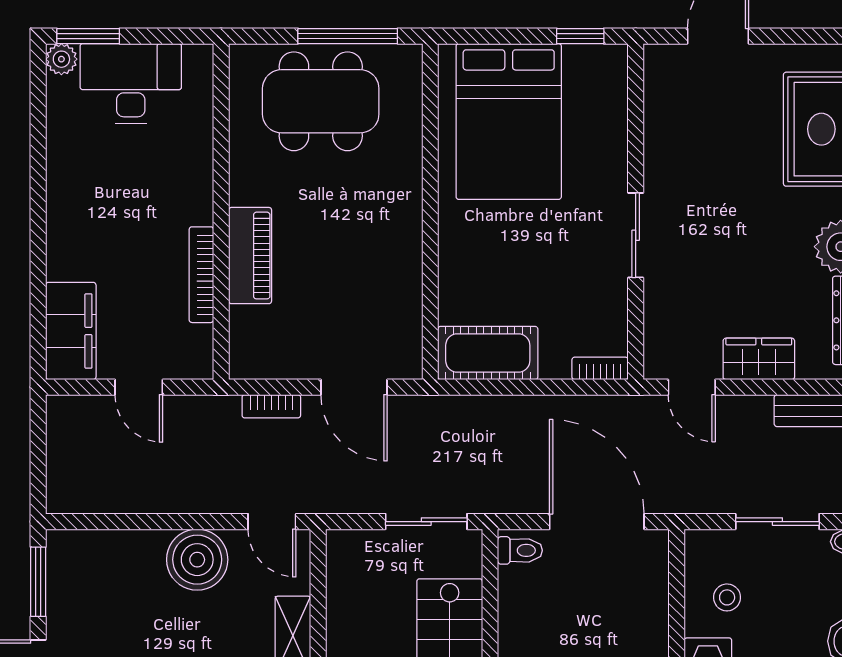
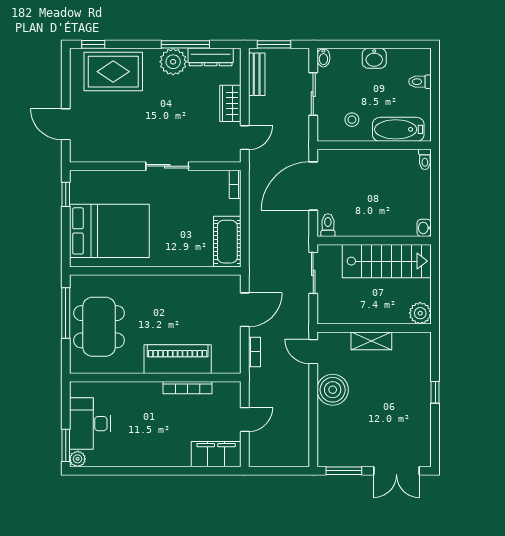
piano: (250, 256) -> (178, 359), width x1.37, depth x1.33
door: (272, 522) -> (313, 352), swing flipped

